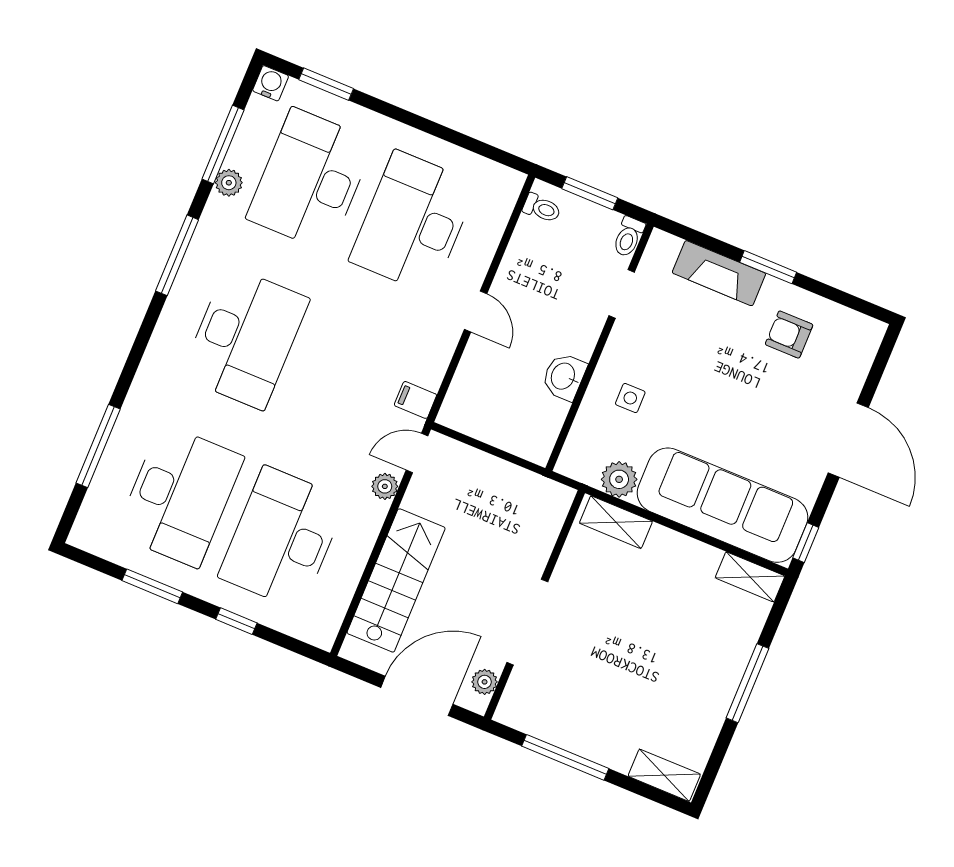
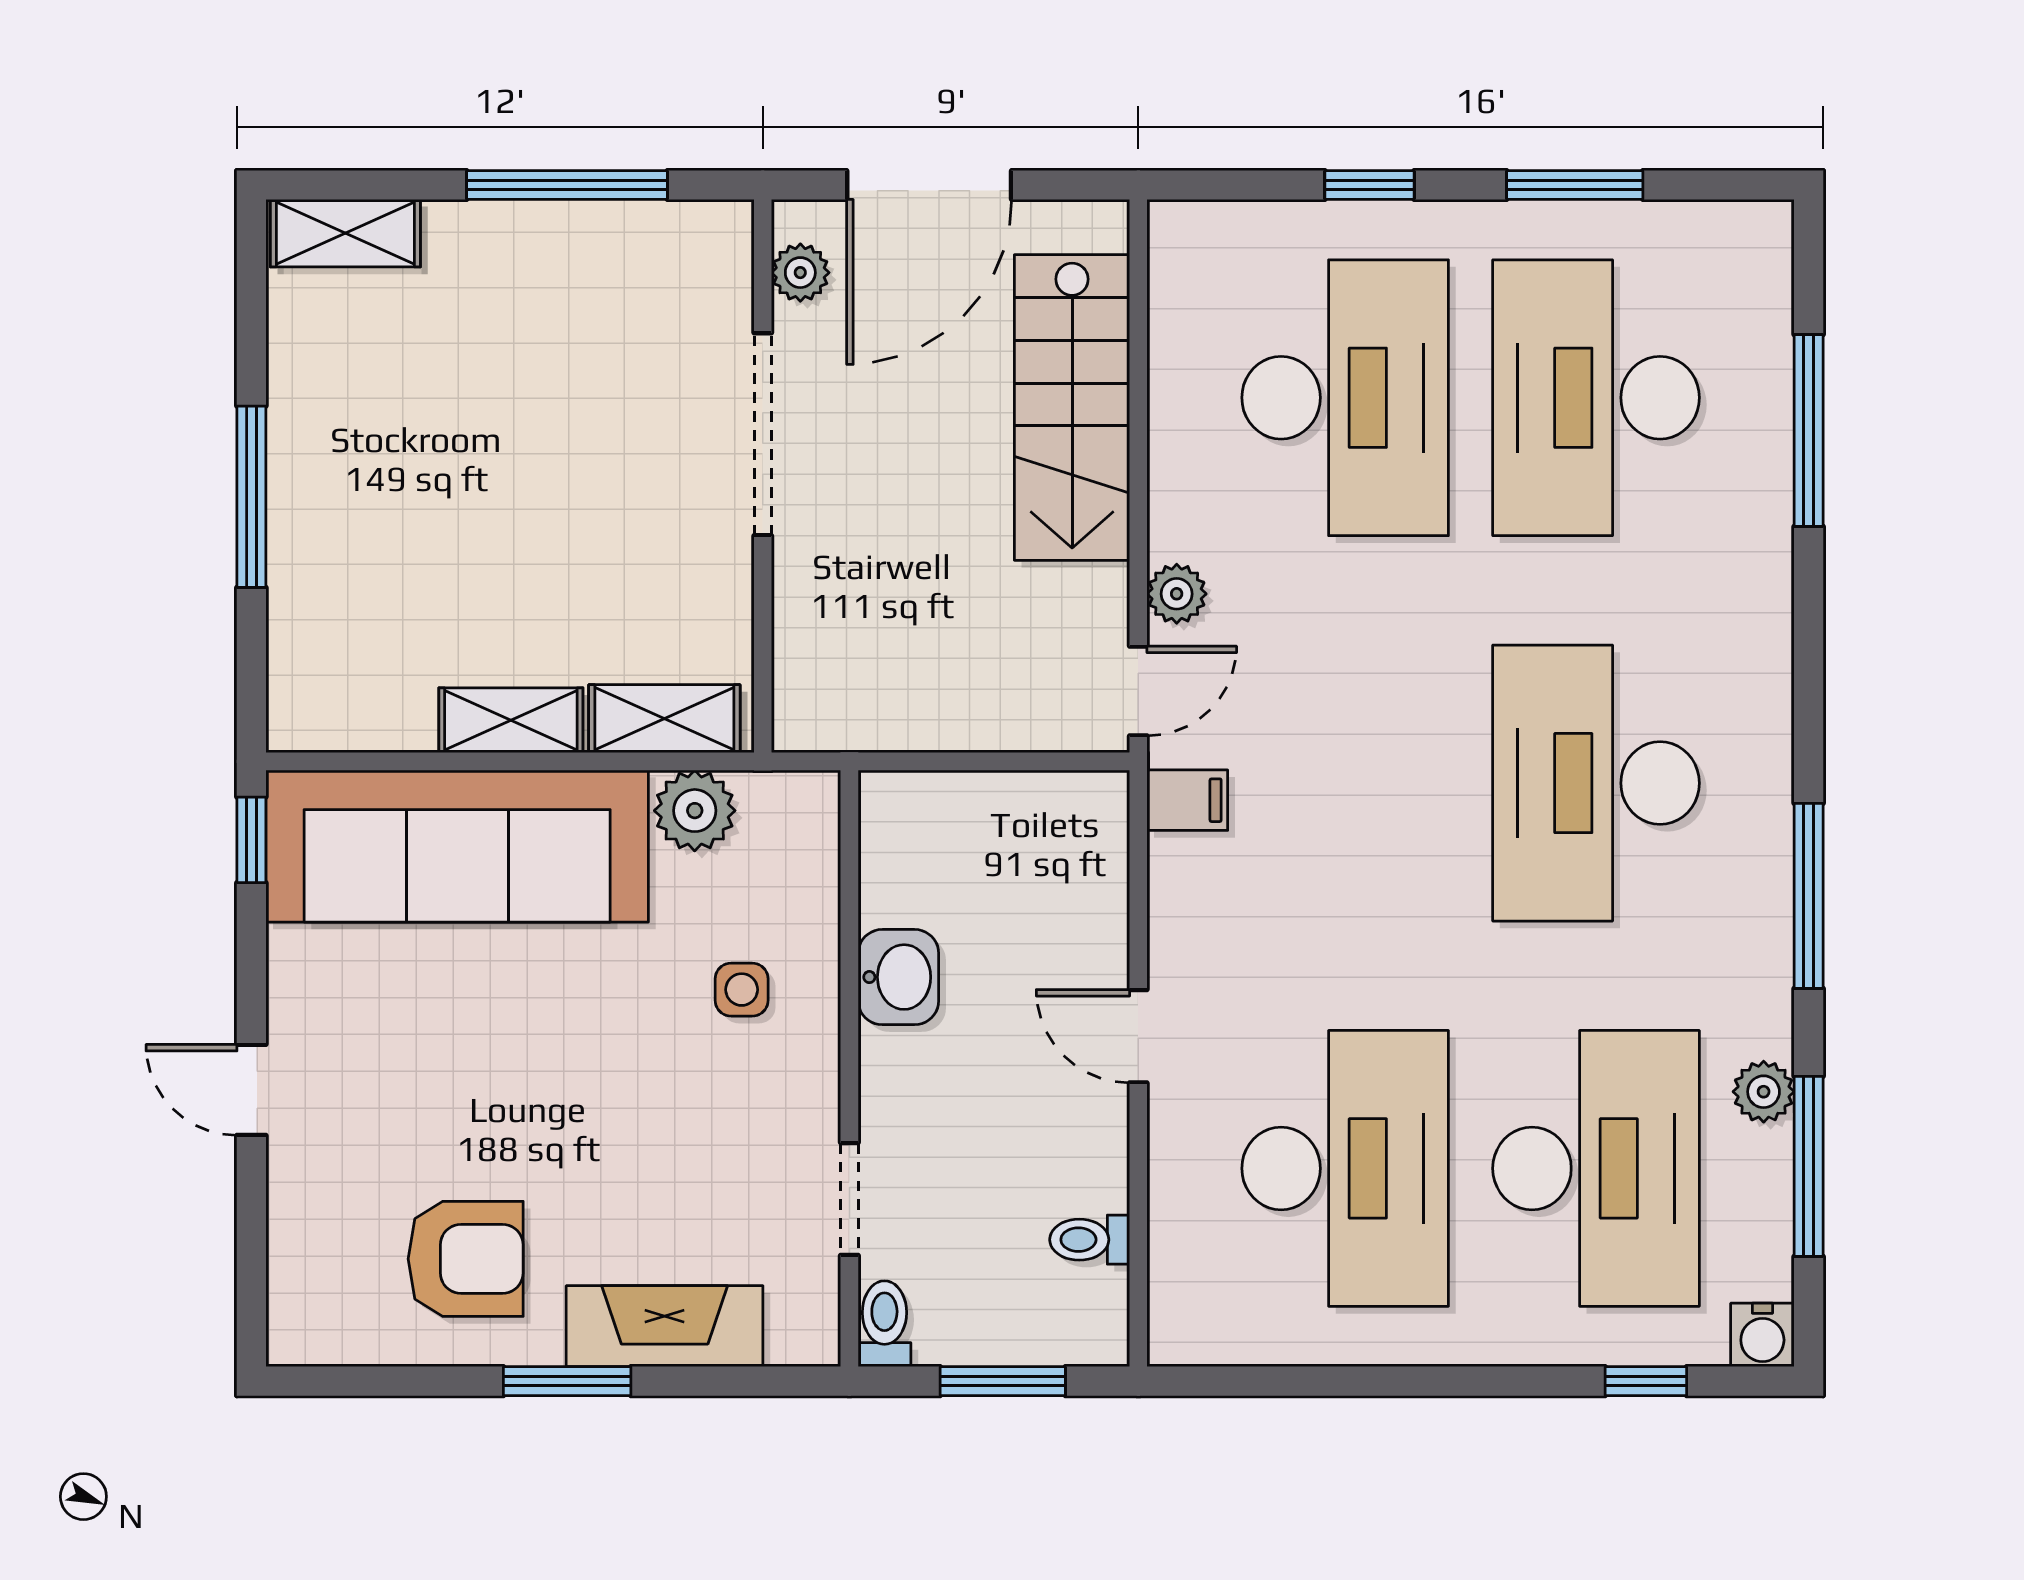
window: (326, 84) -> (1646, 1381), width x0.67
toilet: (542, 208) -> (1090, 1240), moved
armchair: (789, 335) -> (466, 1259), width x1.38, depth x1.38
door: (848, 440) -> (251, 1090), width x0.53
shelving: (750, 577) -> (511, 720), moved

